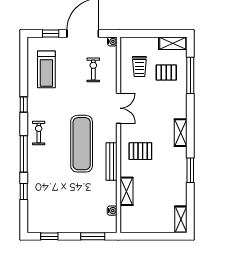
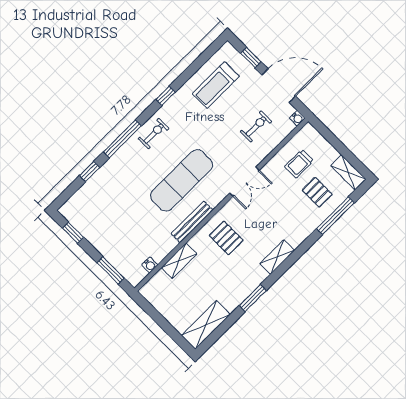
shelving: (181, 219) -> (206, 325), width x1.50, depth x1.33

